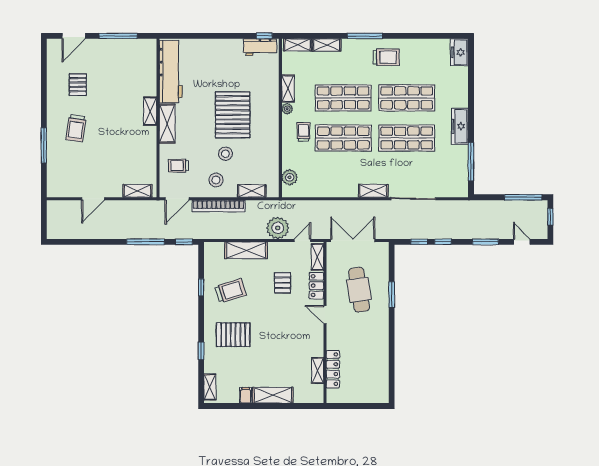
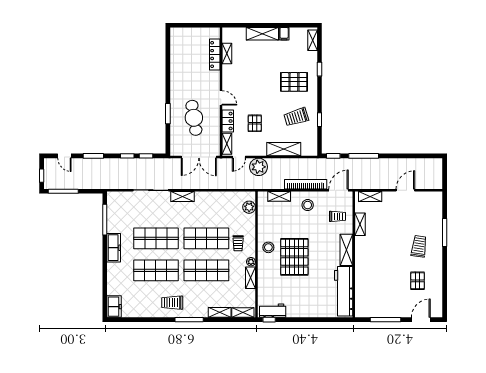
shelving: (150, 111) -> (360, 224), moved
stool: (225, 154) -> (268, 247), moved

